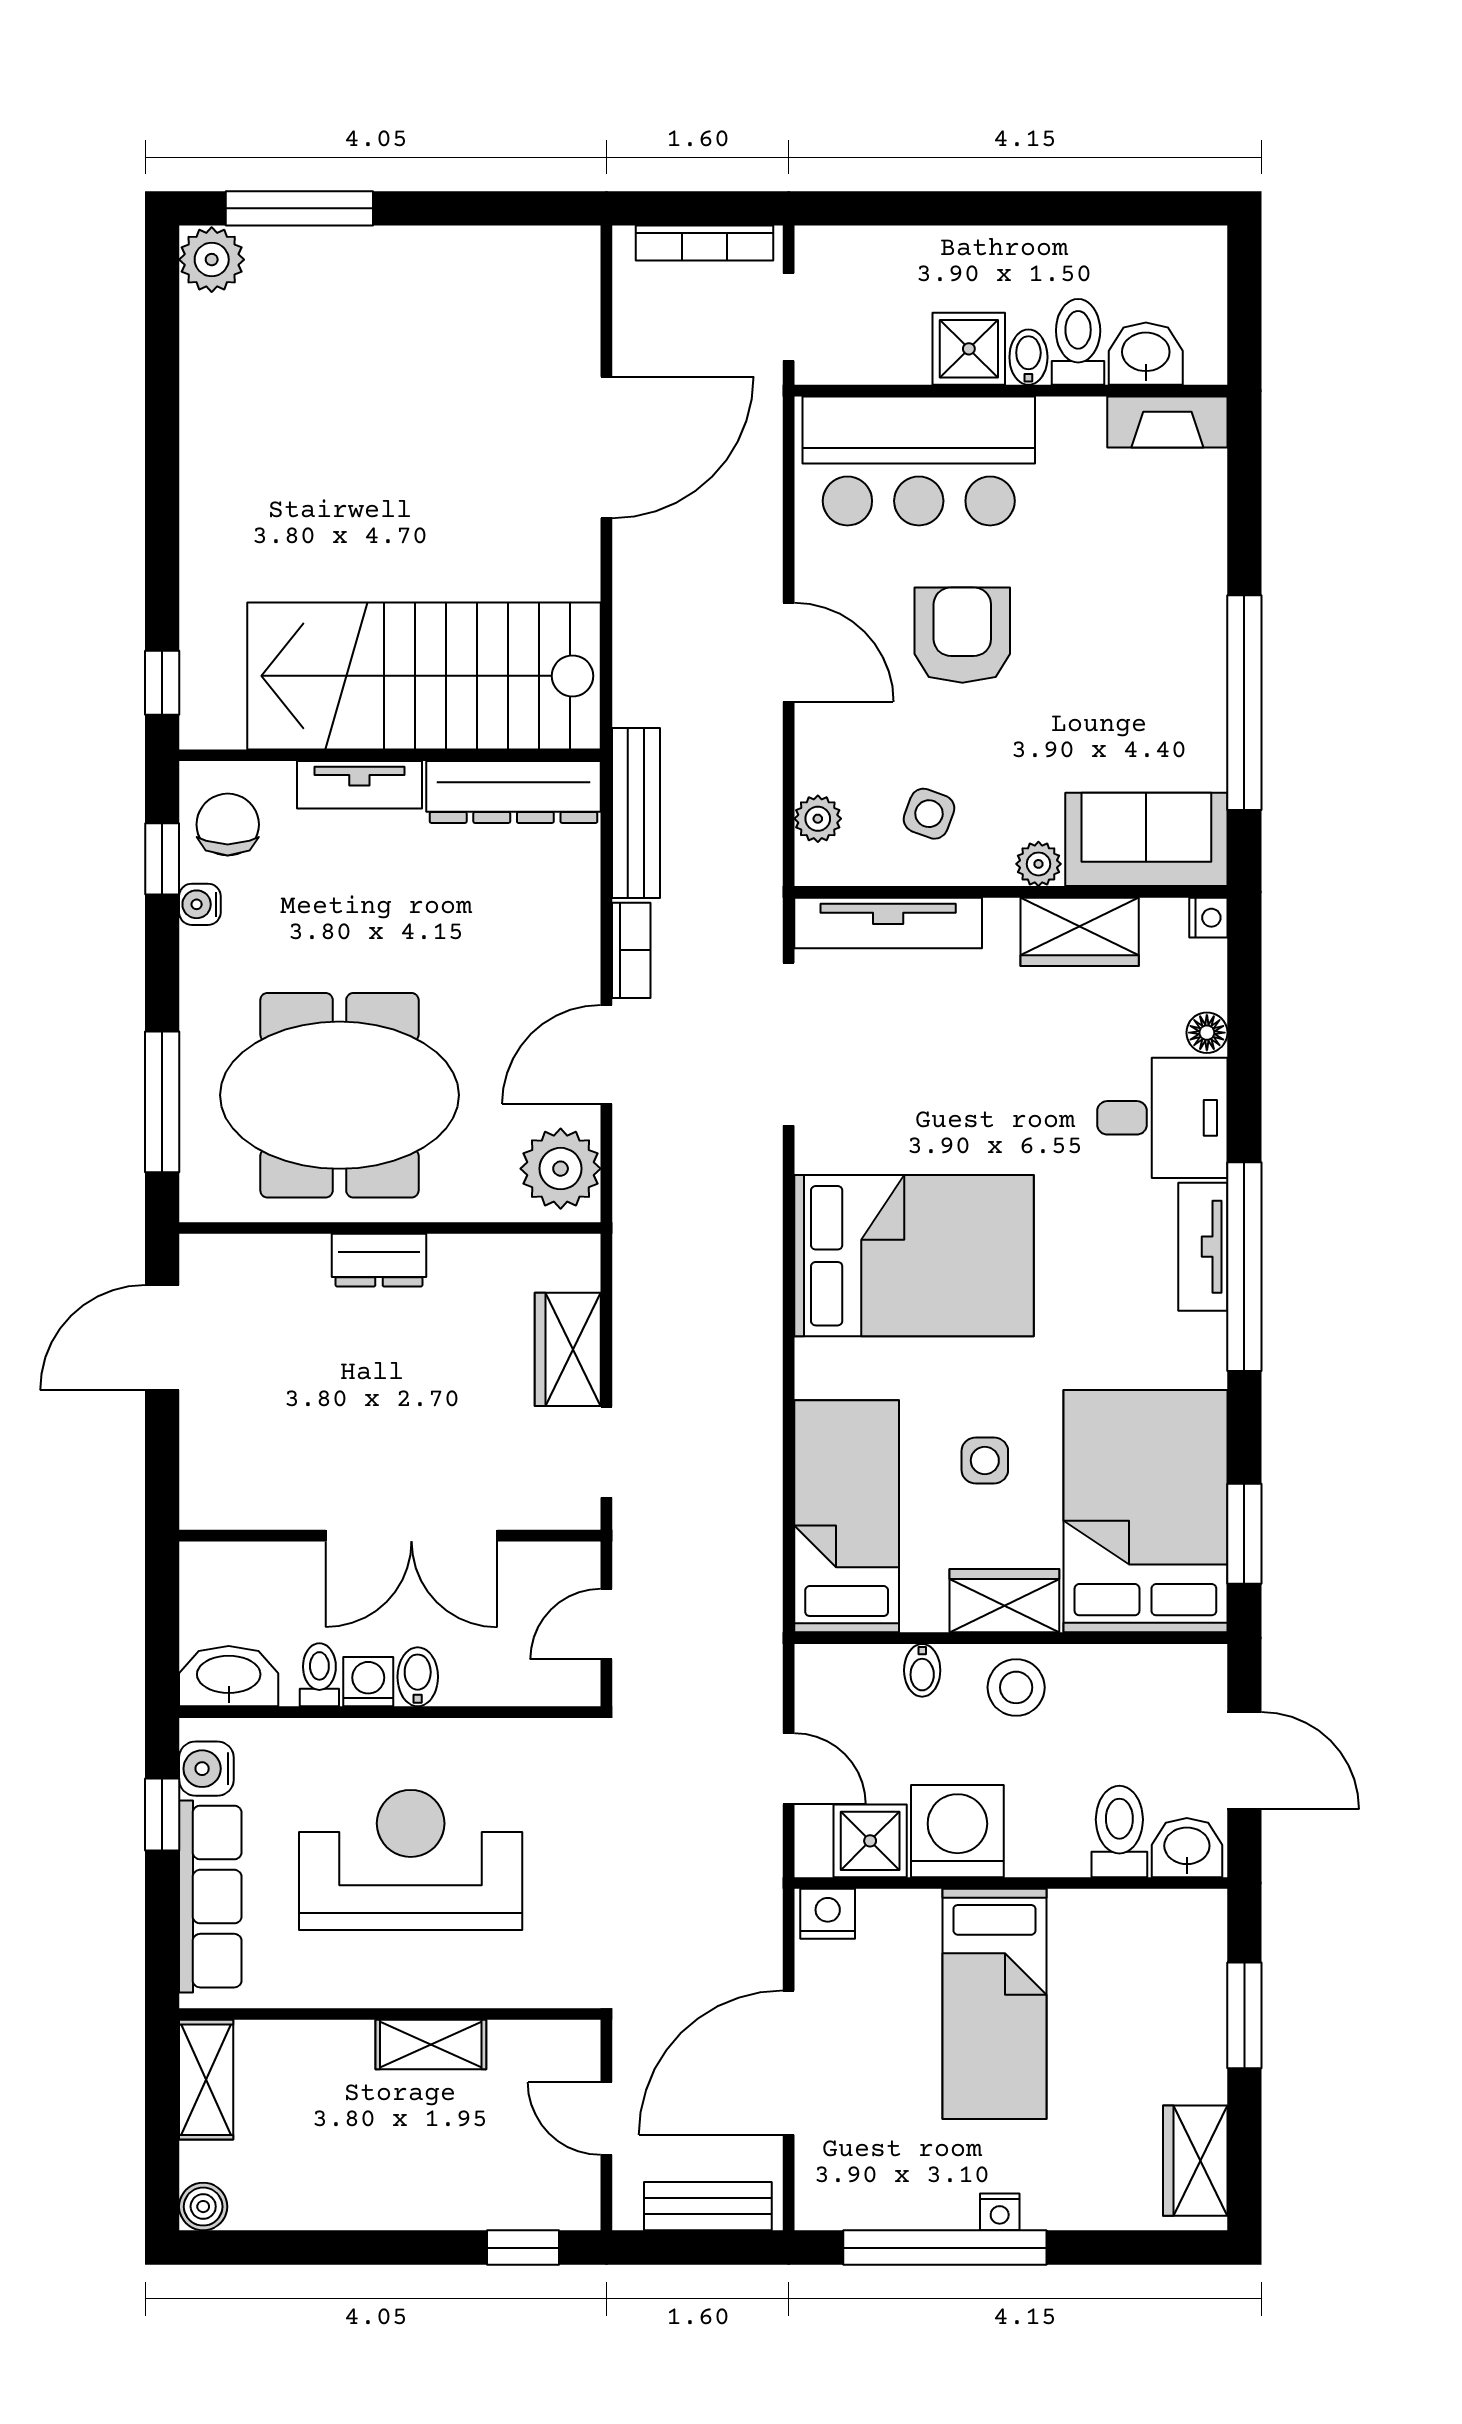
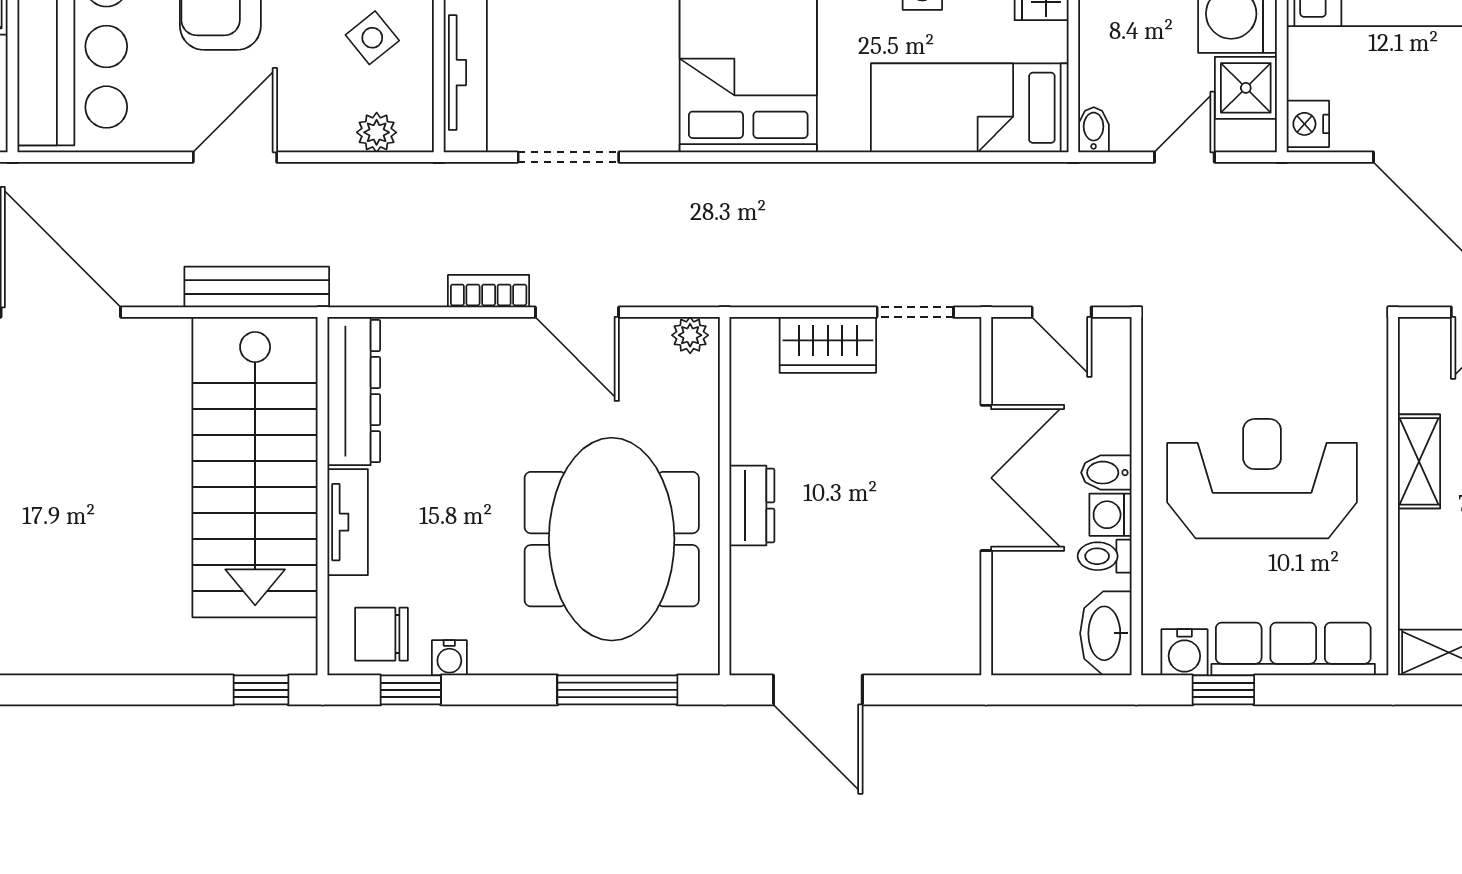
bench: (636, 813) -> (257, 287), moved
side table: (929, 814) -> (372, 38), turned 31
doorway: (789, 1044) -> (568, 157), width x0.73
plant: (561, 1169) -> (690, 335), width x0.53, depth x0.53
bidet: (922, 1670) -> (1094, 130), moved, turned -90
reception desk: (411, 1860) -> (1262, 479), turned 90

